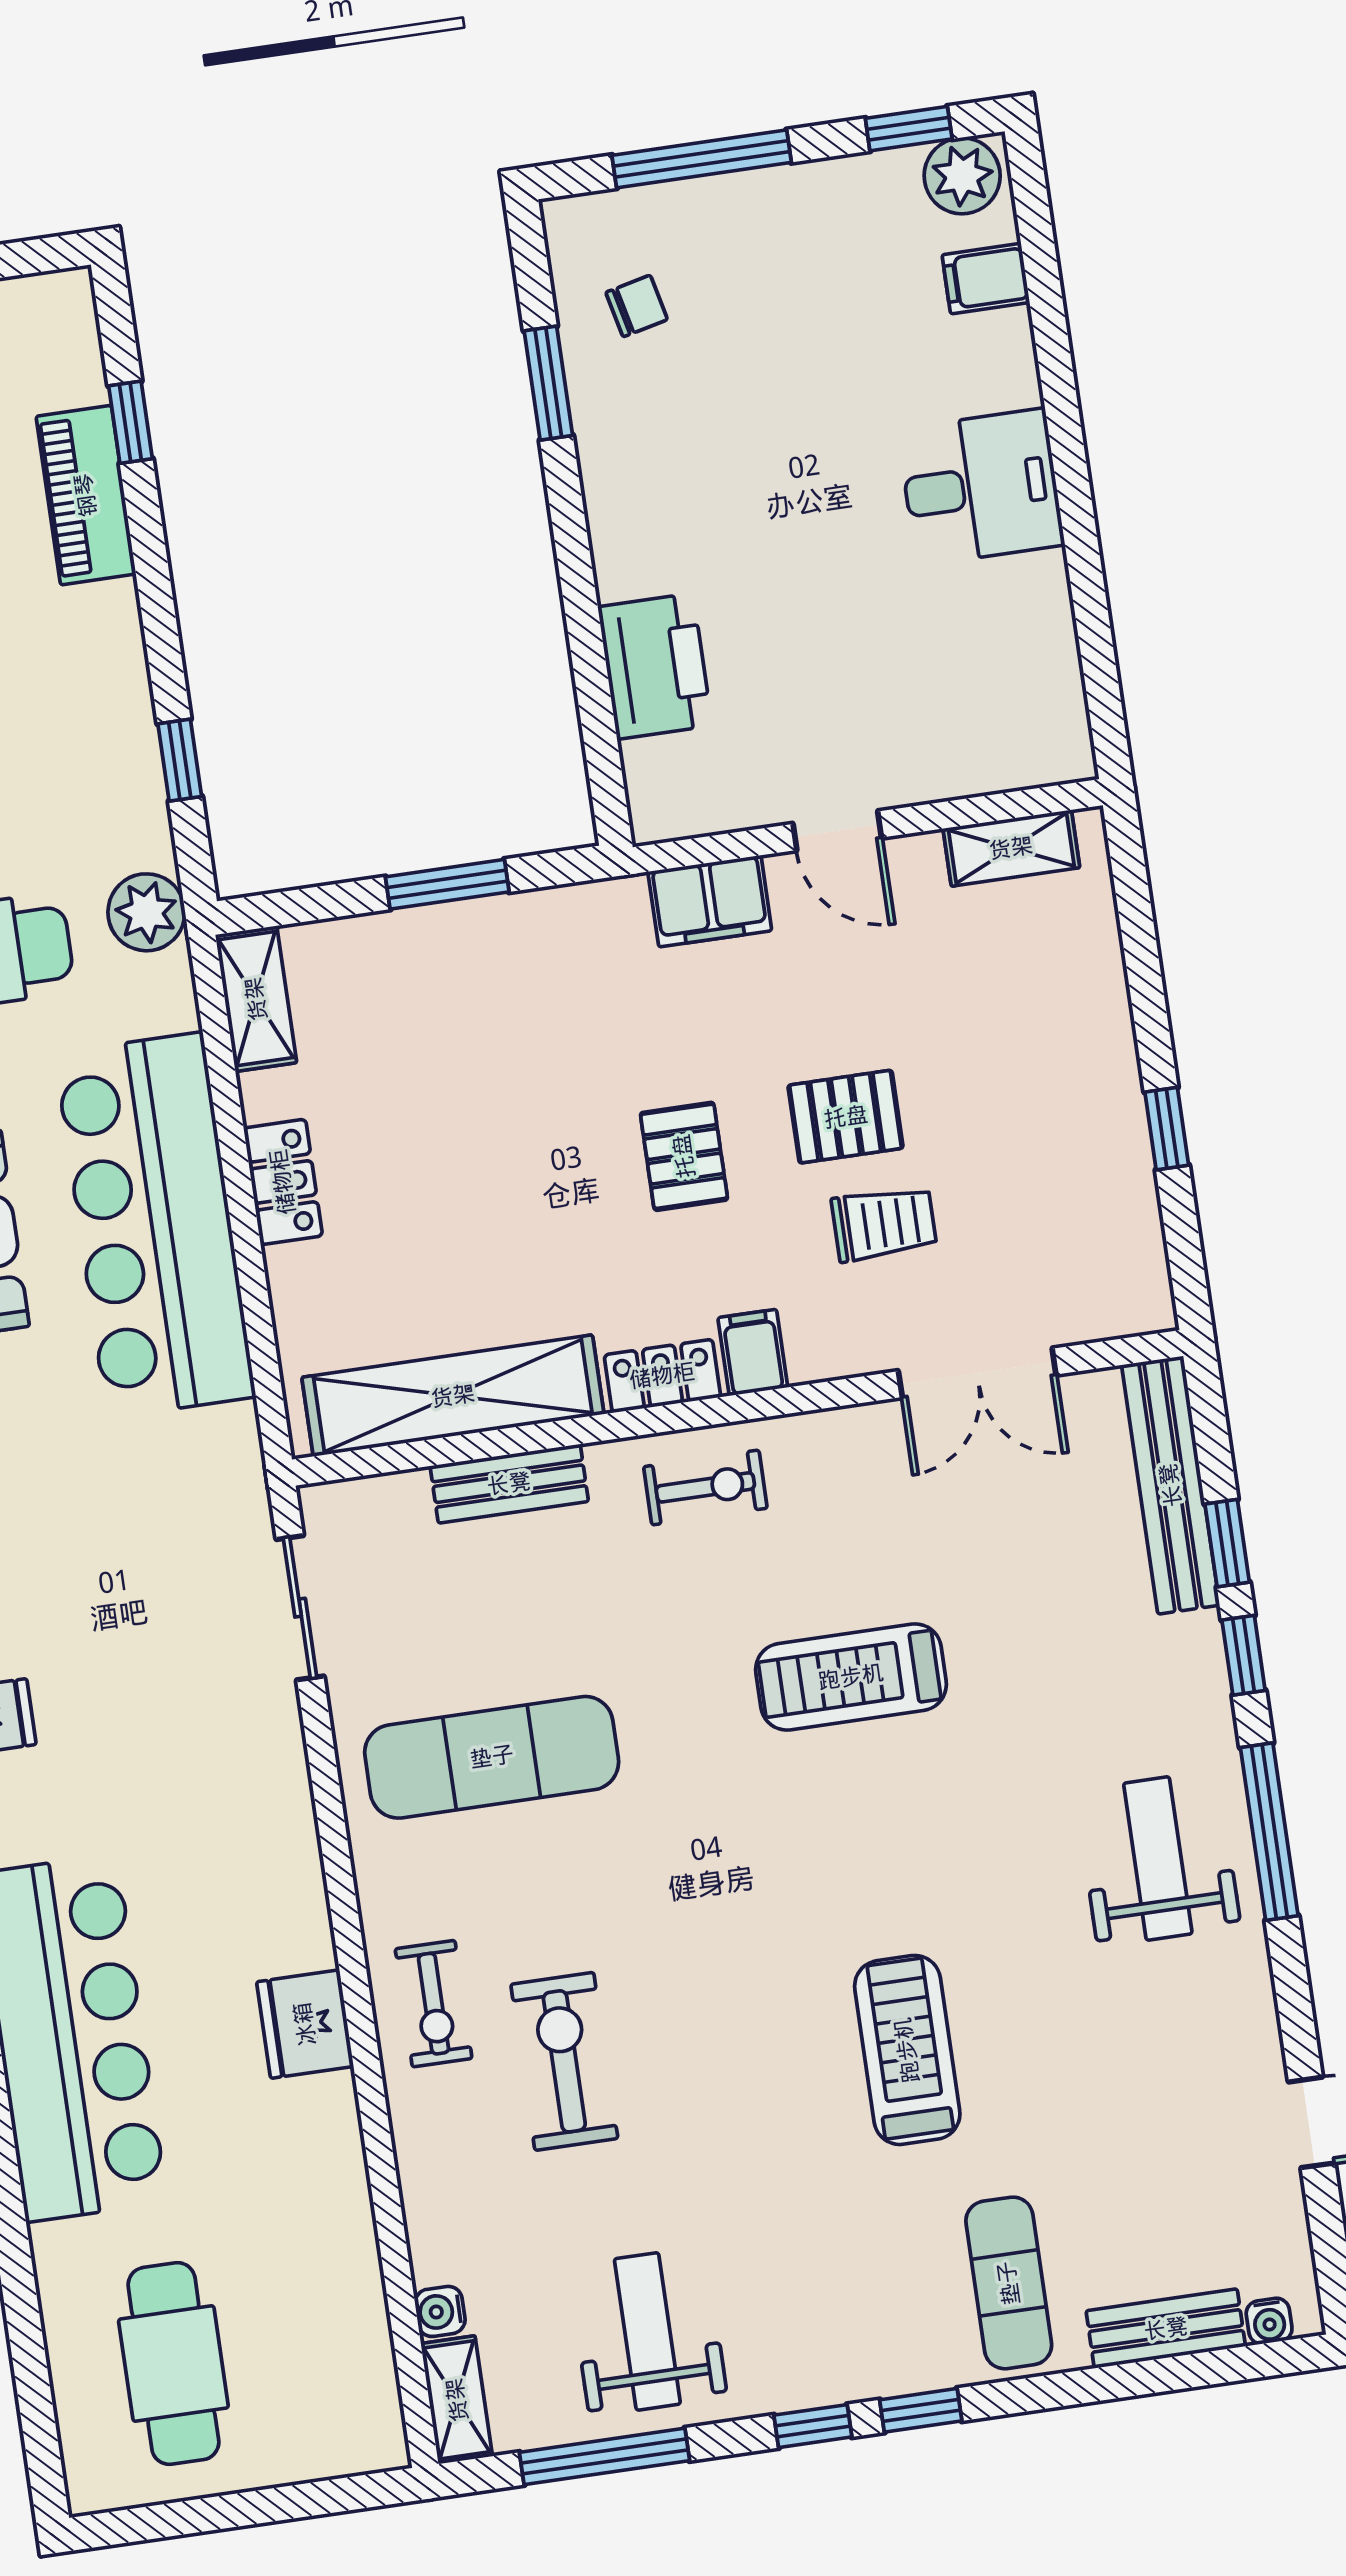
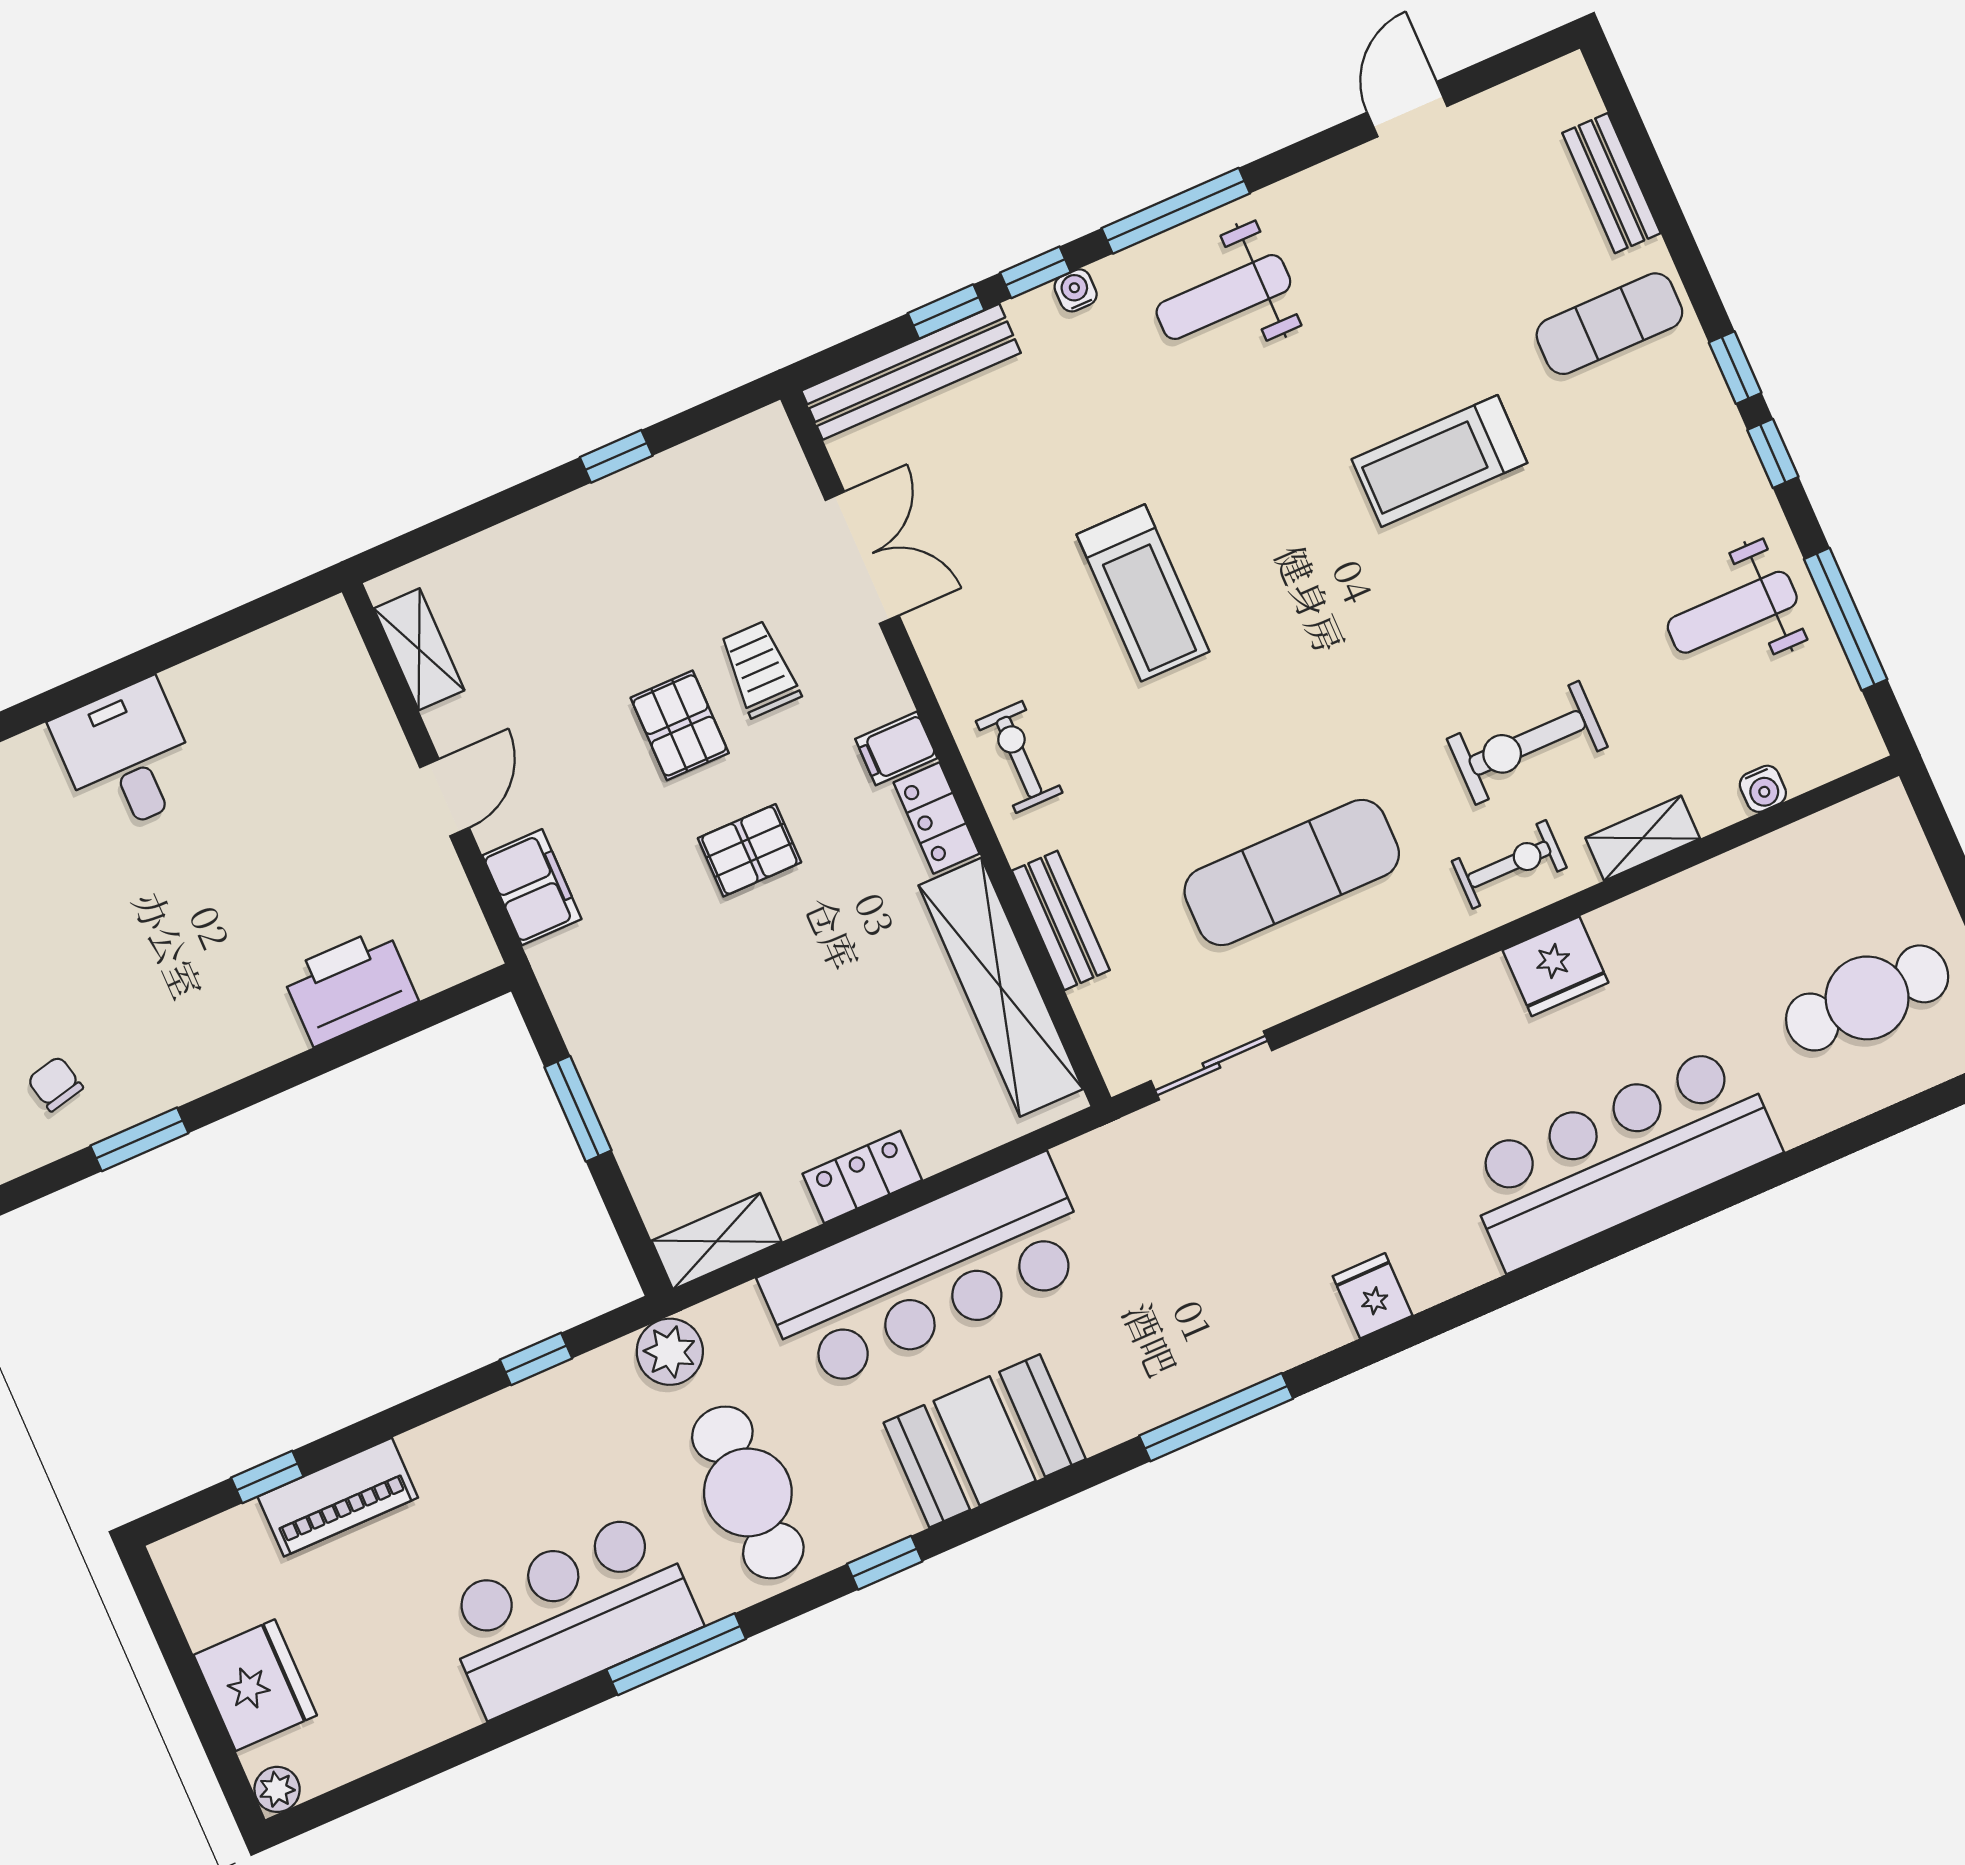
exercise mat: (492, 1757) -> (1292, 872), turned 90
water cooler: (1269, 2321) -> (1076, 290), moved, turned -90
shelving: (457, 2400) -> (1643, 838), moved

